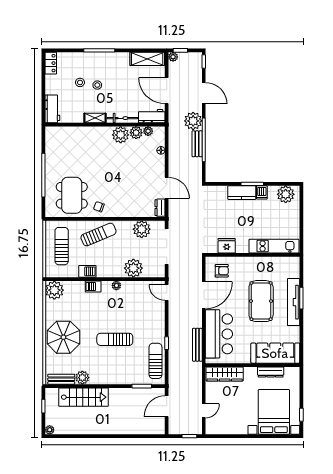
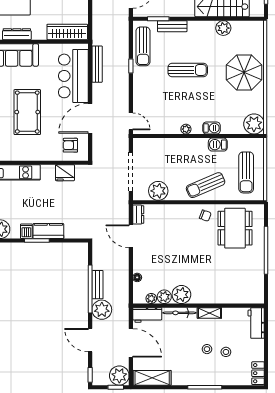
plant: (173, 57) -> (119, 376), width x1.88, depth x1.88
plant: (133, 268) -> (167, 148), removed
bench: (61, 379) -> (172, 26), moved

